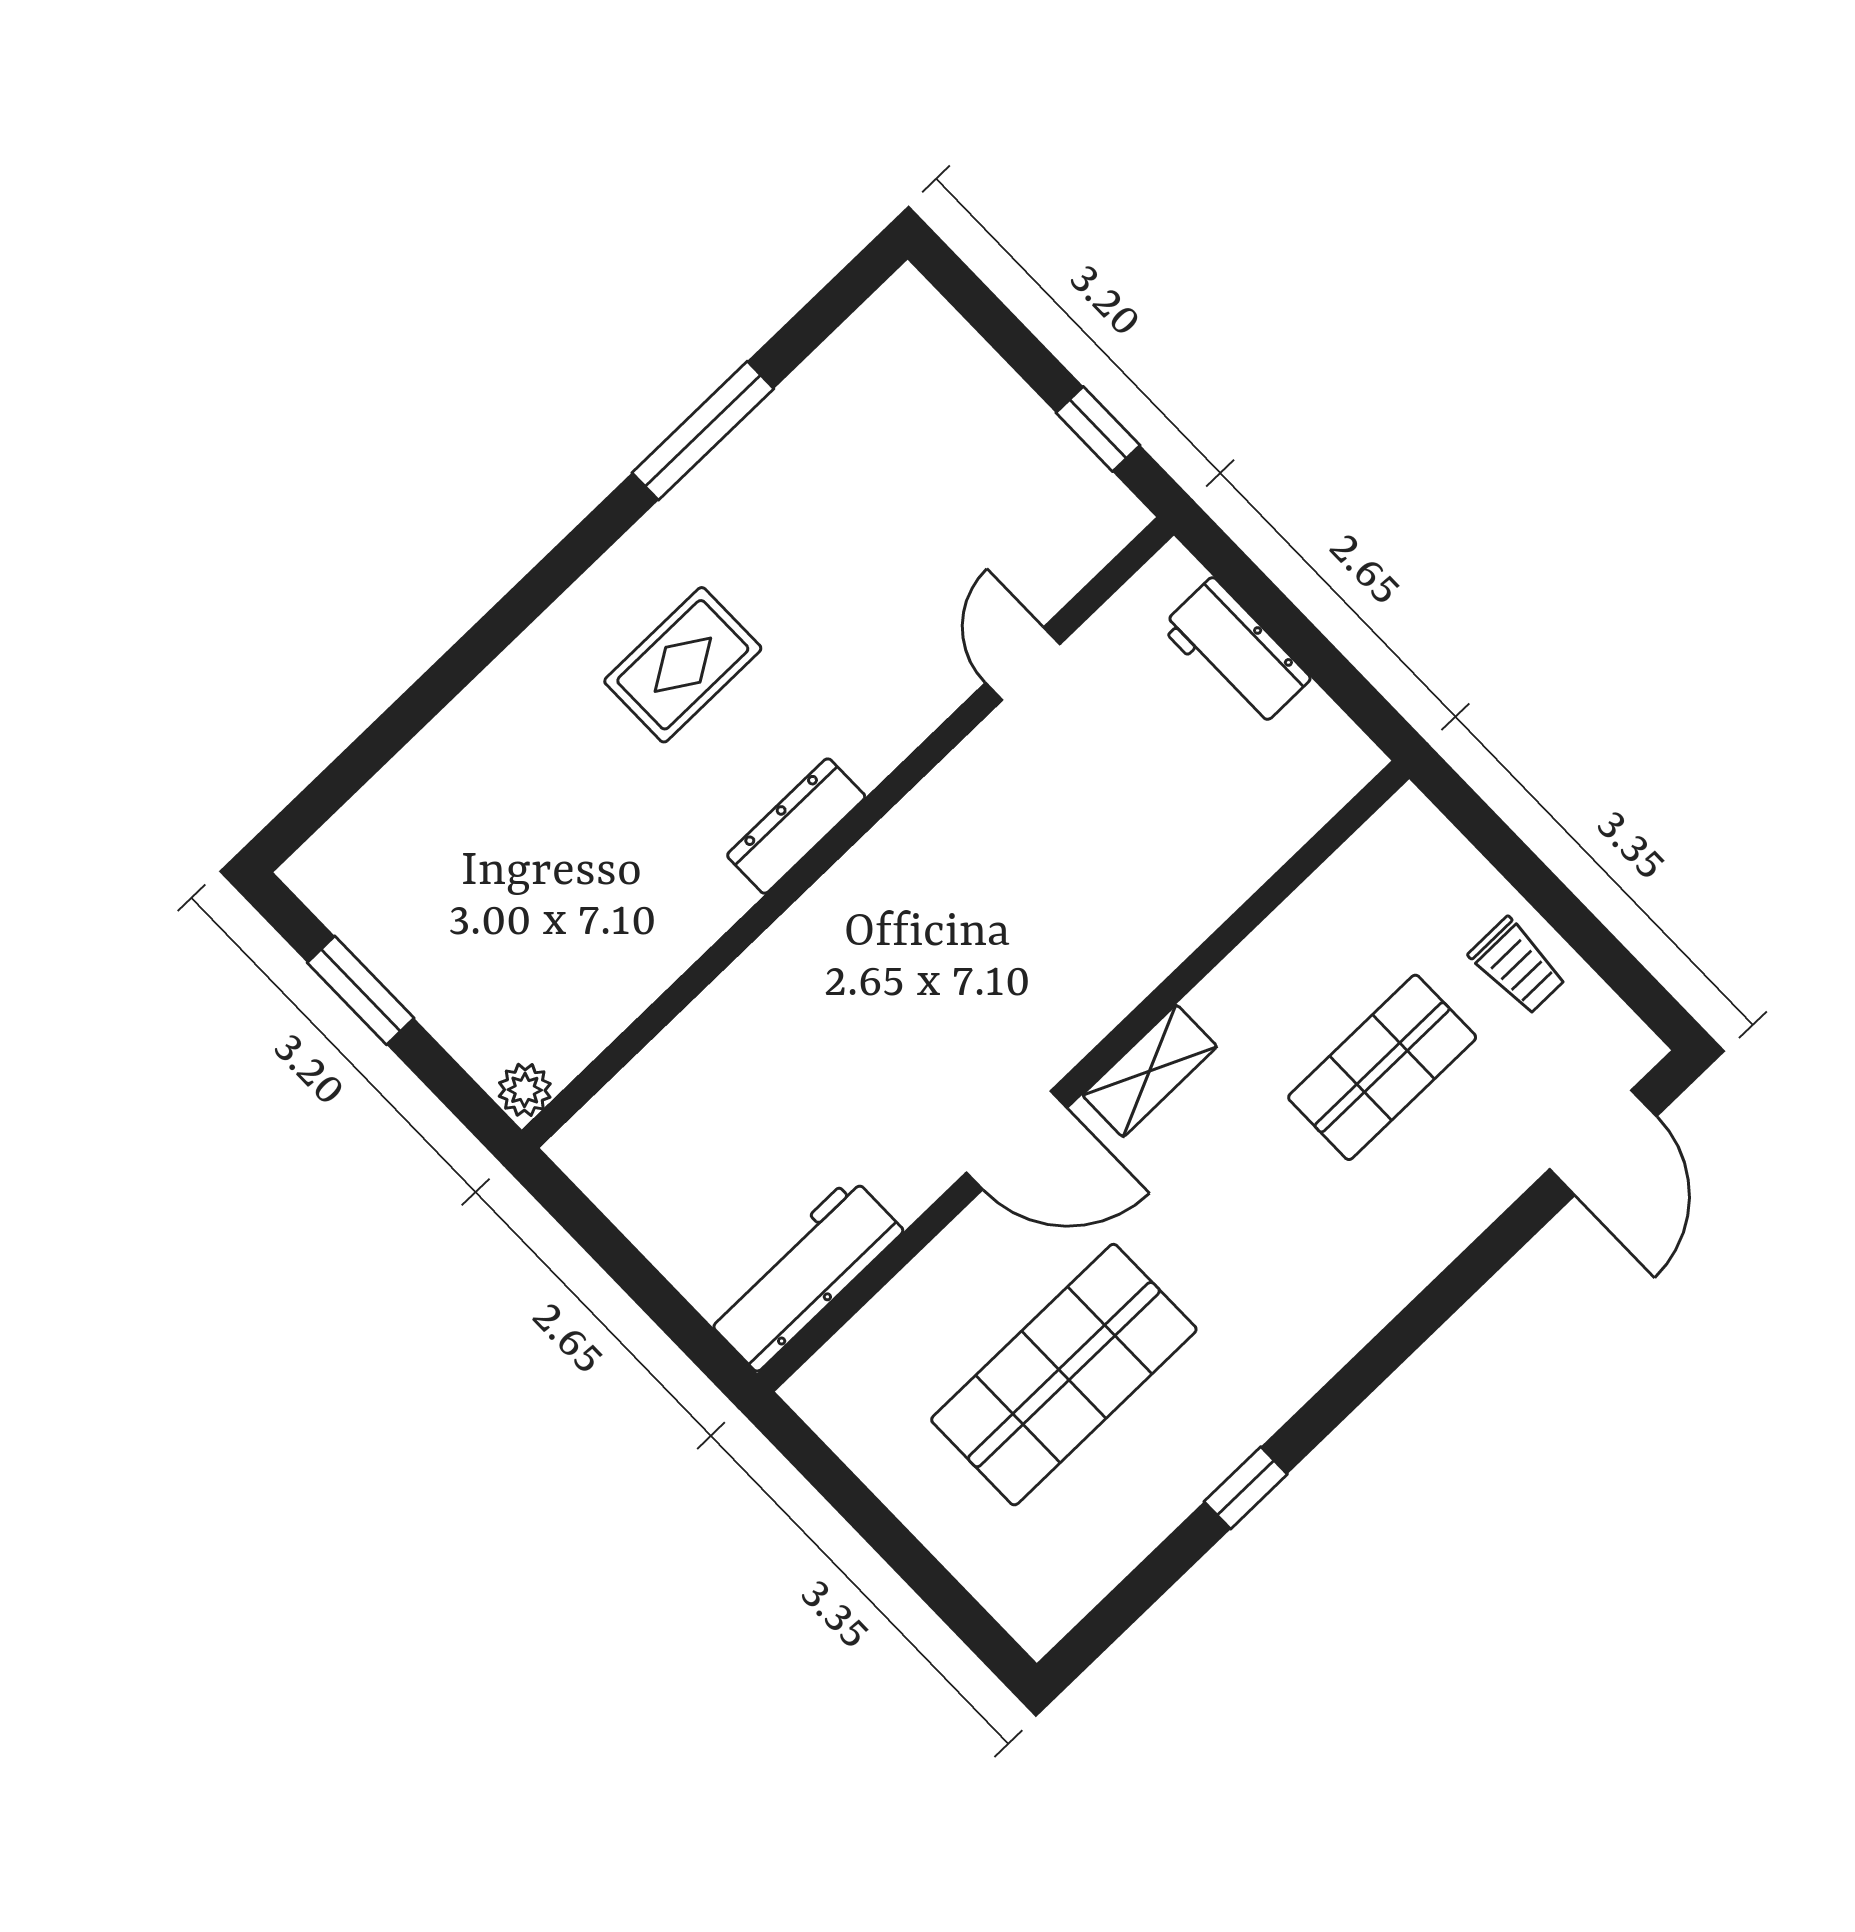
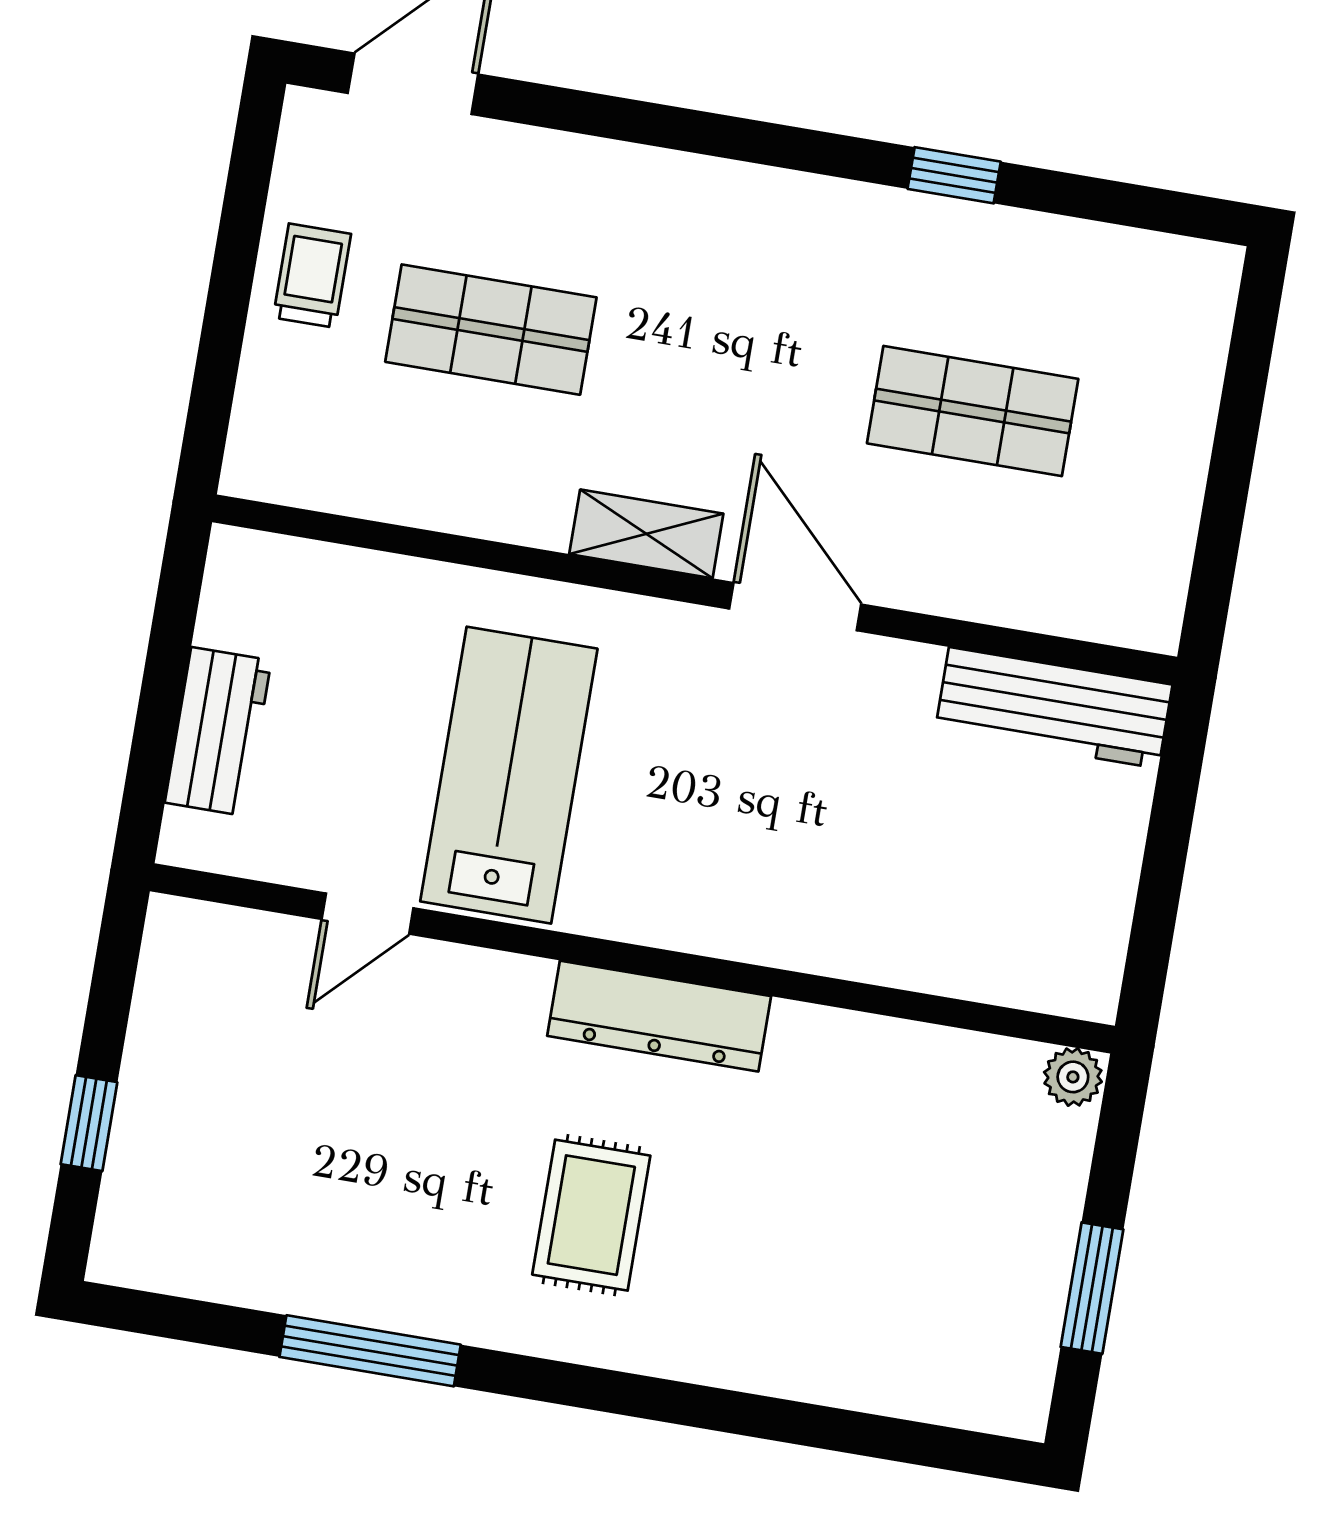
window: (1098, 429) -> (89, 1123), moved
rug: (683, 665) -> (591, 1215), turned 90
dresser: (796, 826) -> (659, 1016), width x1.37, depth x1.24
lab bench: (1048, 841) -> (509, 775), added
shop shelf: (1064, 1375) -> (973, 411), width x0.70, depth x0.74

